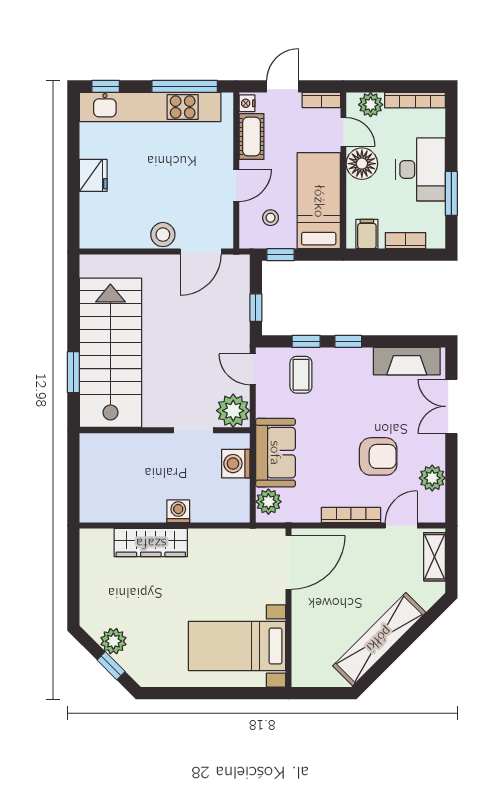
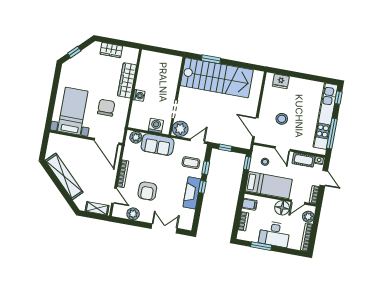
fridge: (93, 175) -> (281, 81), moved
stool: (163, 235) -> (282, 119), moved
fireplace: (407, 361) -> (192, 193), moved
chair: (217, 576) -> (106, 108), added
wardrobe: (92, 588) -> (111, 50), added
plant: (113, 641) -> (85, 55), removed

